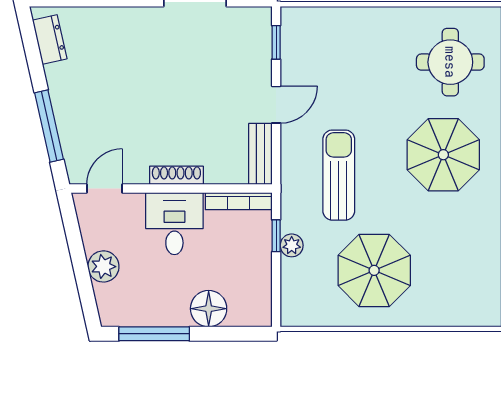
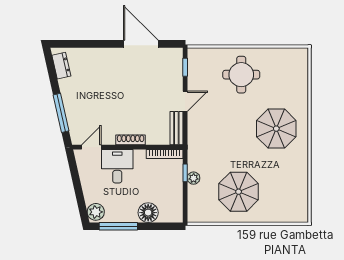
round table: (450, 62) -> (241, 75), moved
sun lounger: (339, 175) -> (219, 140), removed
desk: (174, 224) -> (117, 166), moved
plant: (103, 266) -> (96, 212), moved

